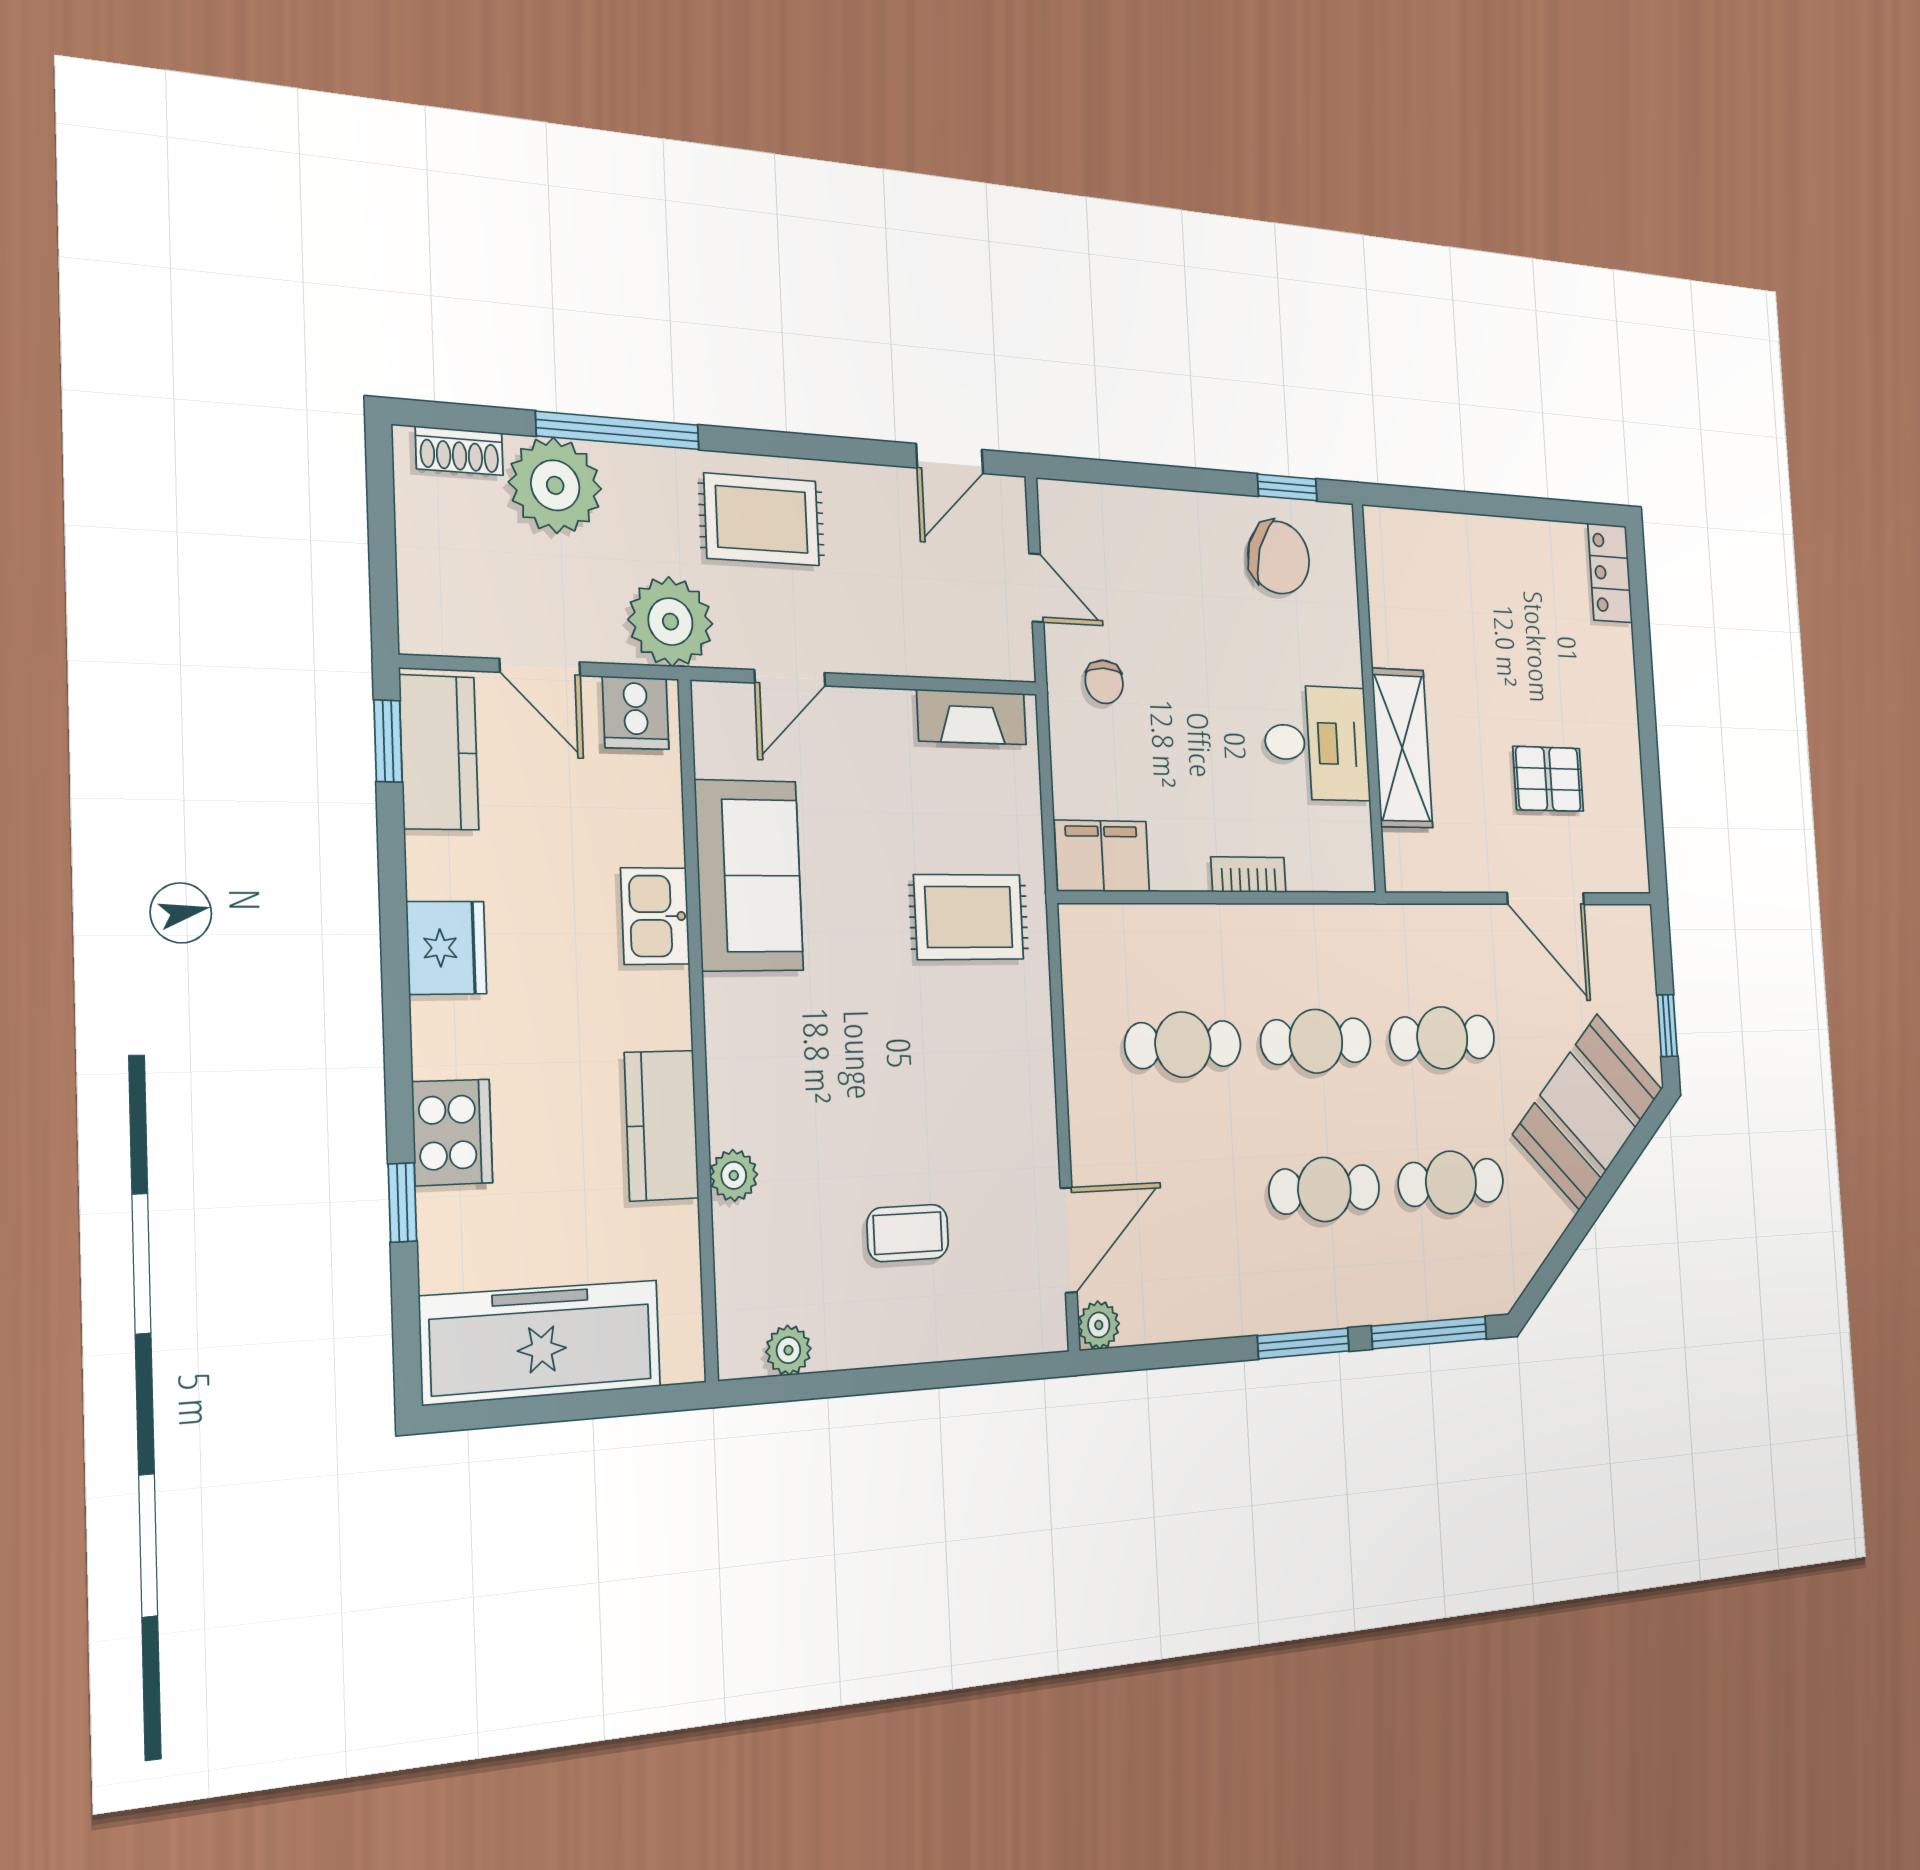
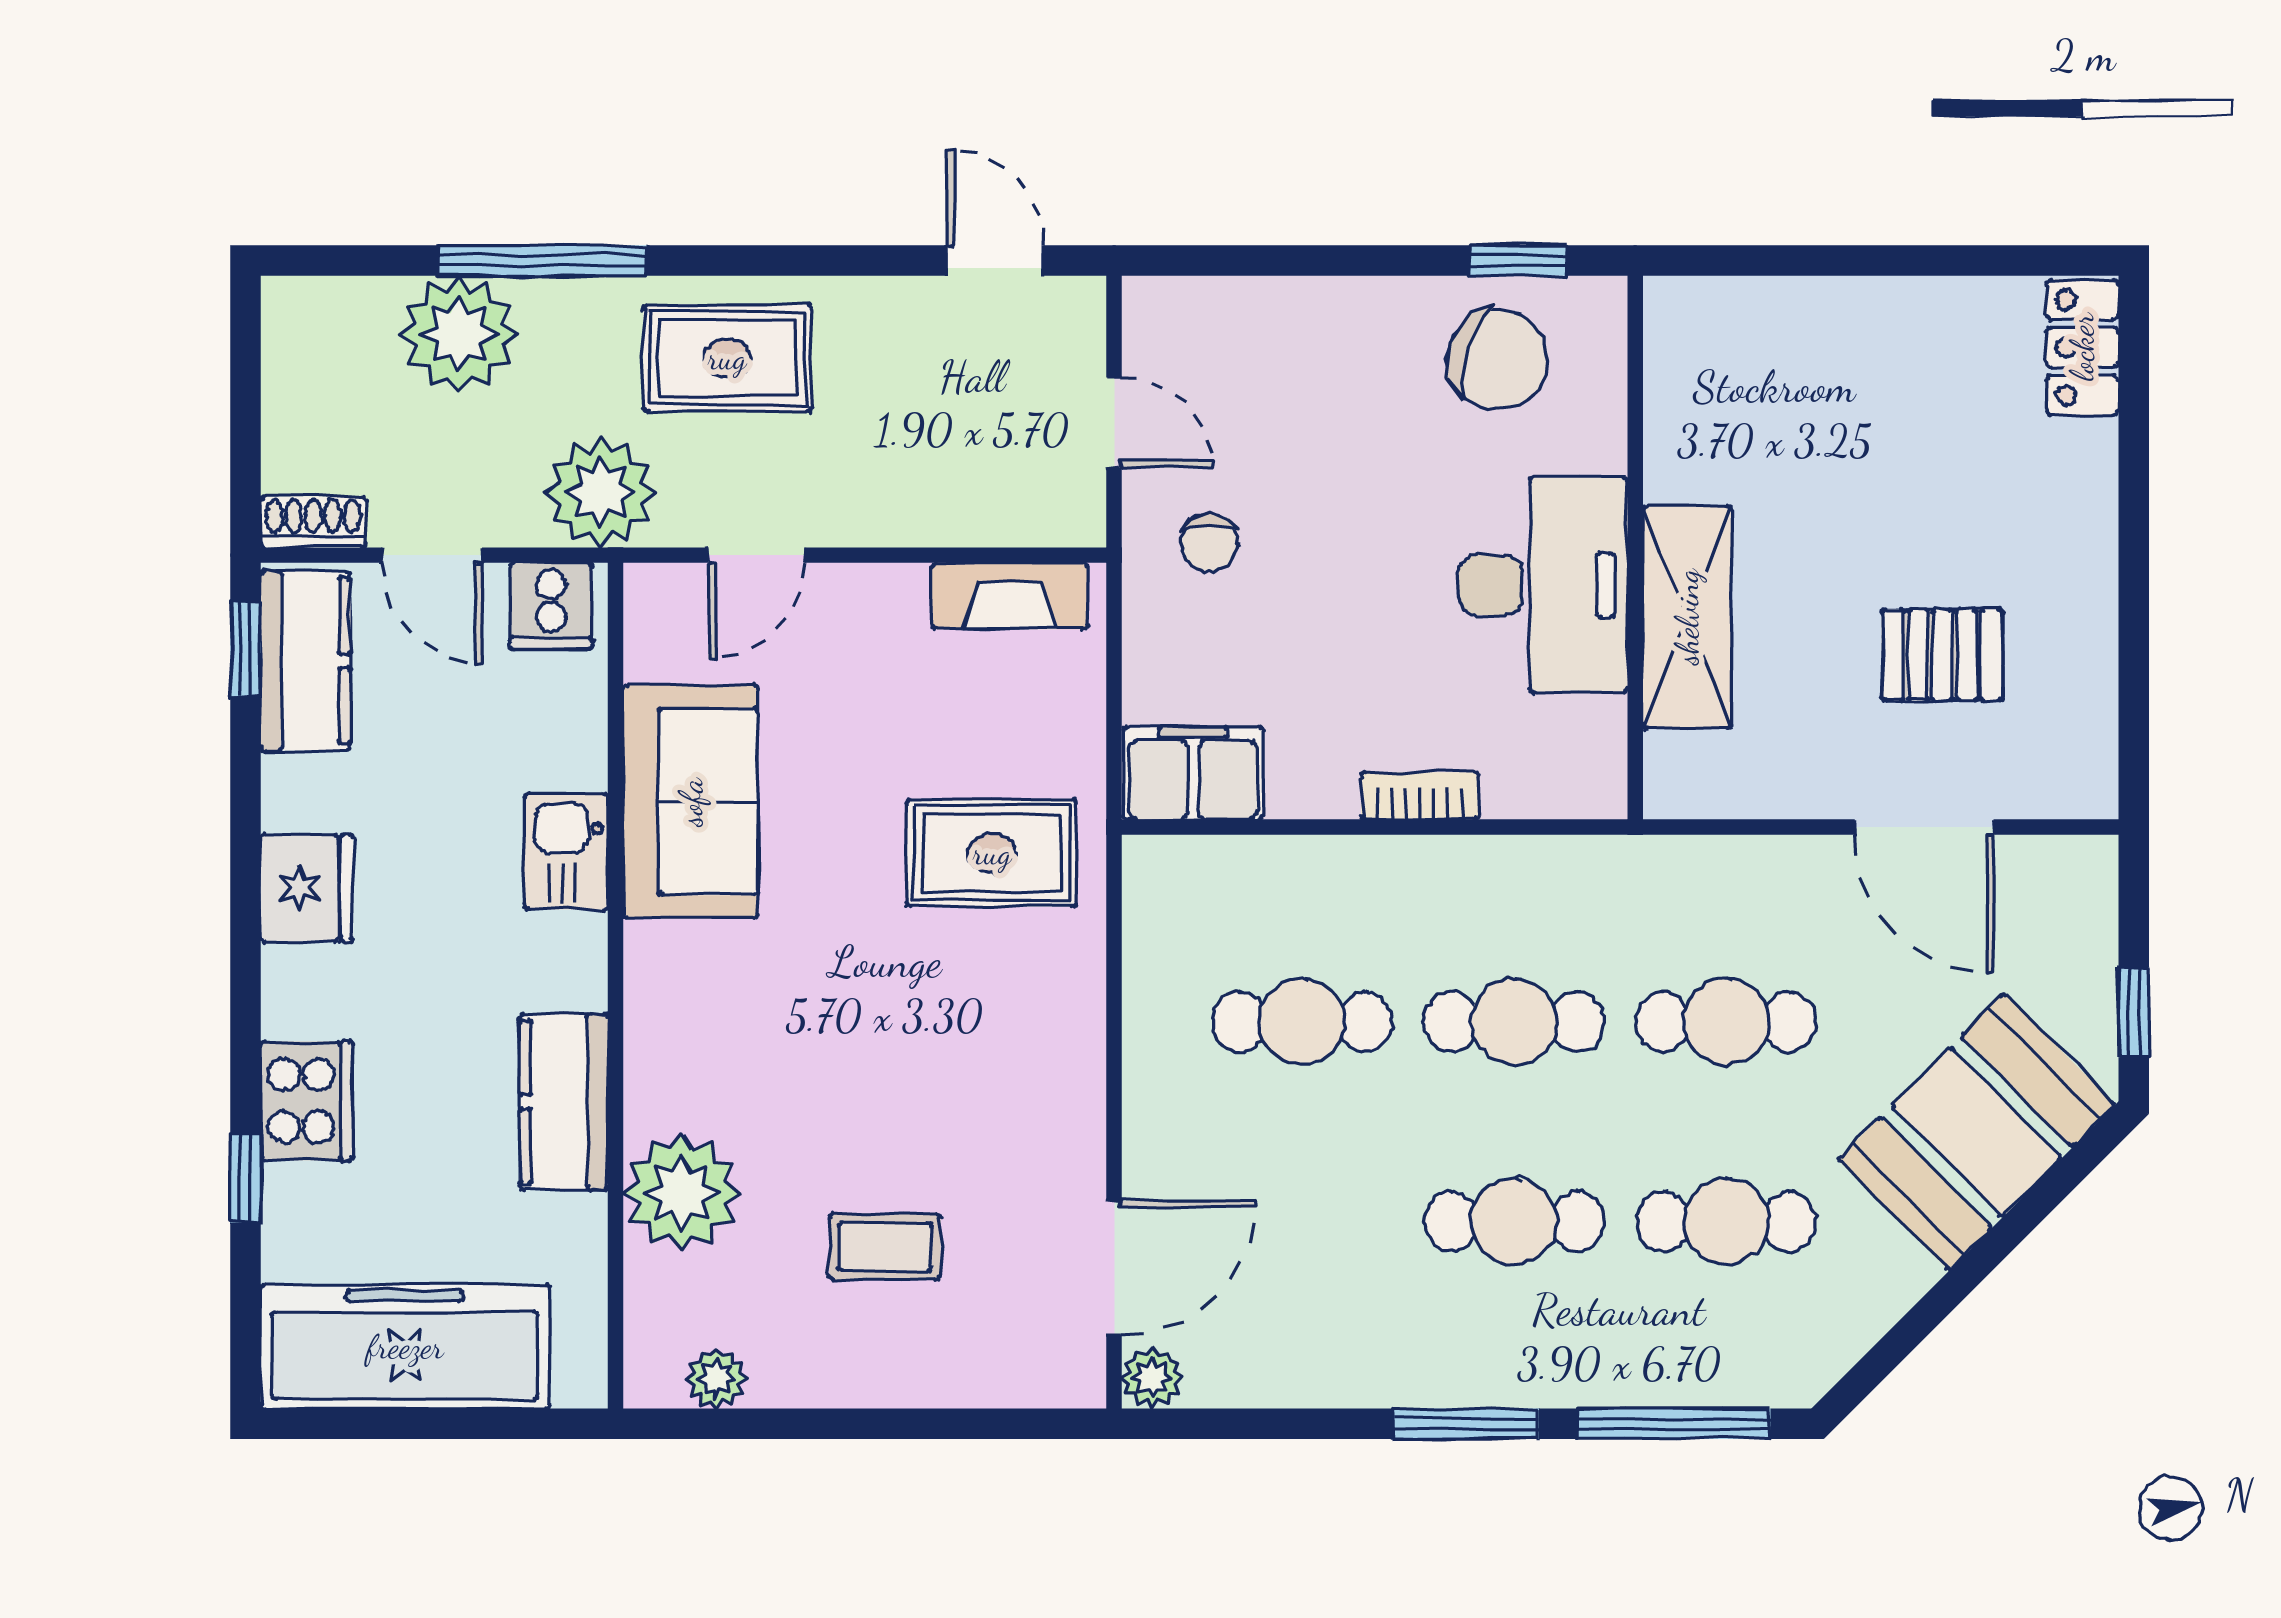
shoe rack: (459, 451) -> (313, 522), moved, turned 180
door: (950, 459) -> (995, 261), swing flipped
desk: (1317, 743) -> (1543, 585), width x1.37
plant: (734, 1175) -> (682, 1193), width x1.87, depth x1.87

